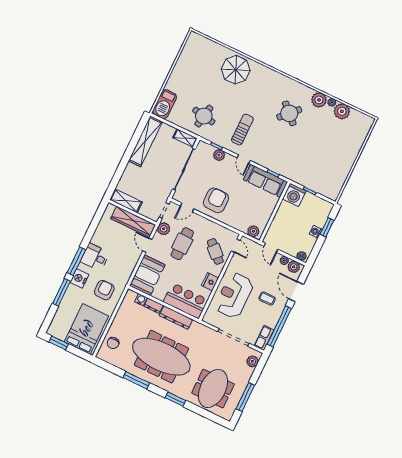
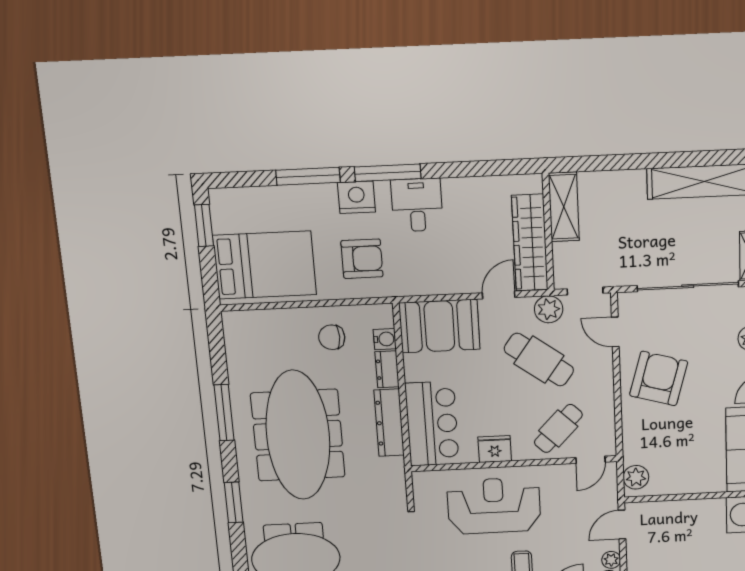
armchair: (216, 200) -> (659, 378), turned -74
cafe table: (182, 244) -> (539, 360), turned 36
chair: (113, 343) -> (332, 337), moved

